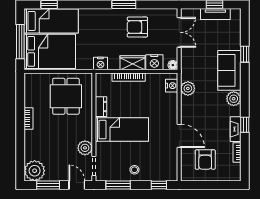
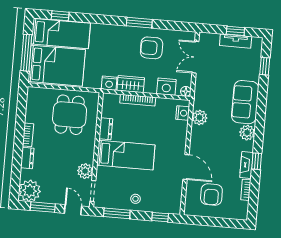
double door: (179, 32) -> (195, 57), swing flipped
window: (245, 54) -> (265, 66), moved
wardrobe: (132, 63) -> (131, 84), moved
dresser: (30, 140) -> (27, 158), added

